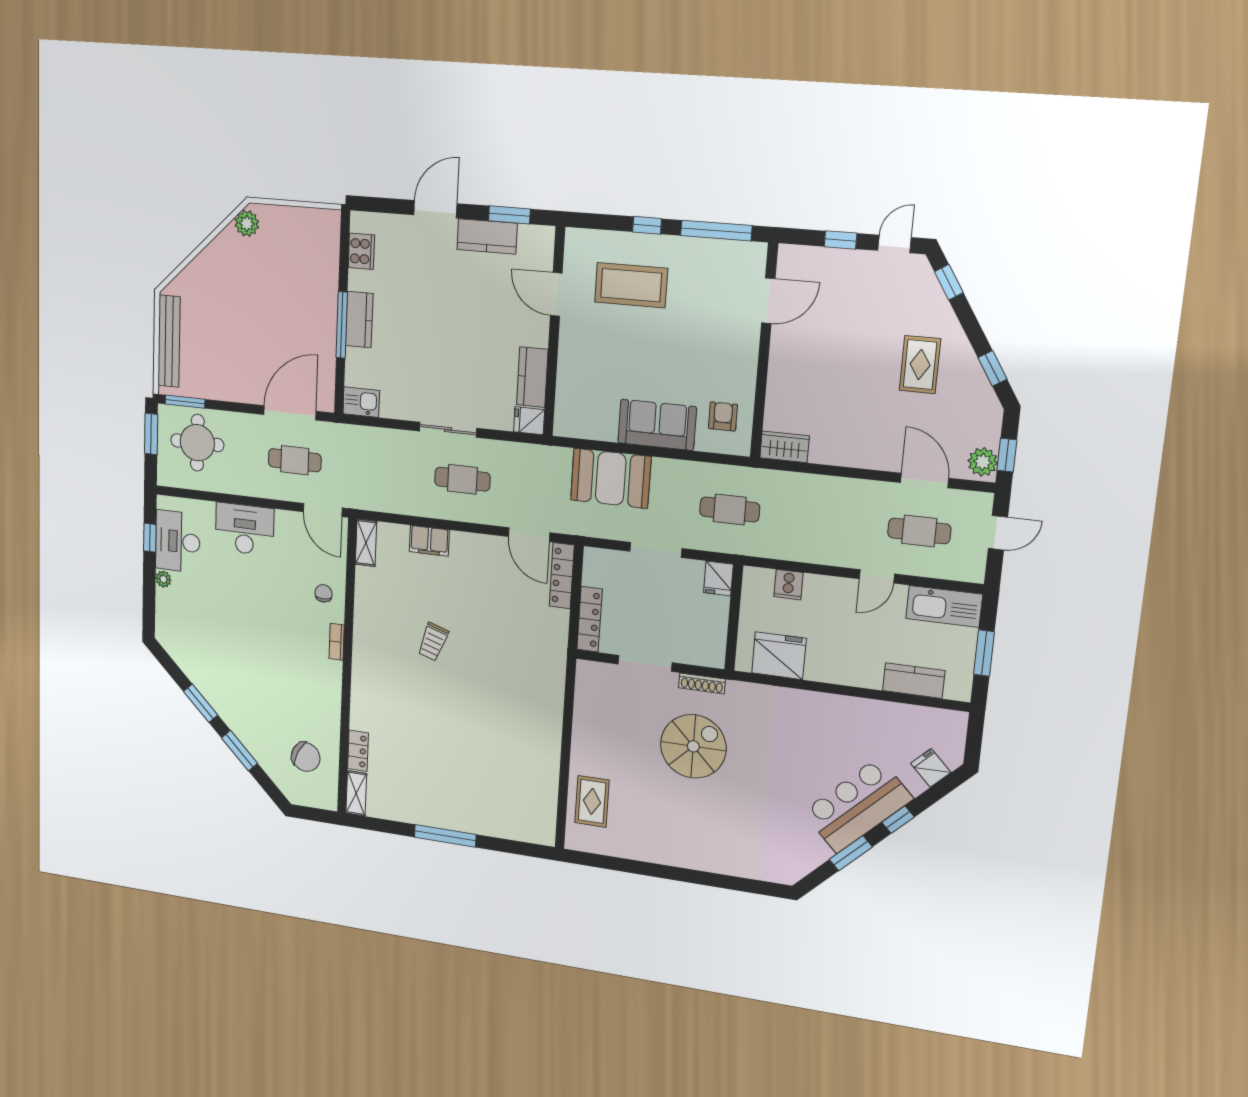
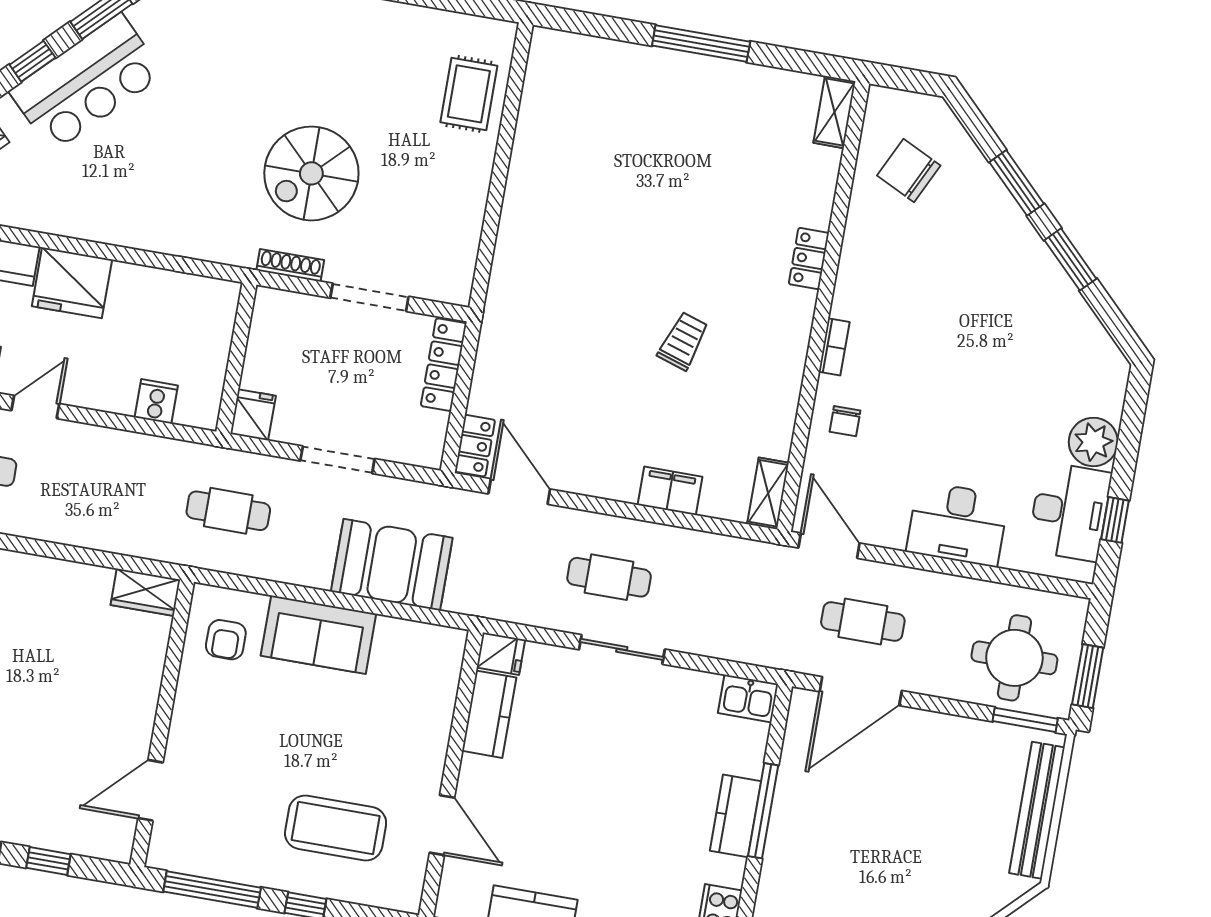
locker: (562, 576) -> (475, 446), width x0.66
plant: (163, 579) -> (1093, 442), width x1.88, depth x1.88
fridge: (779, 656) -> (72, 283), moved
locker: (358, 751) -> (809, 259), moved

